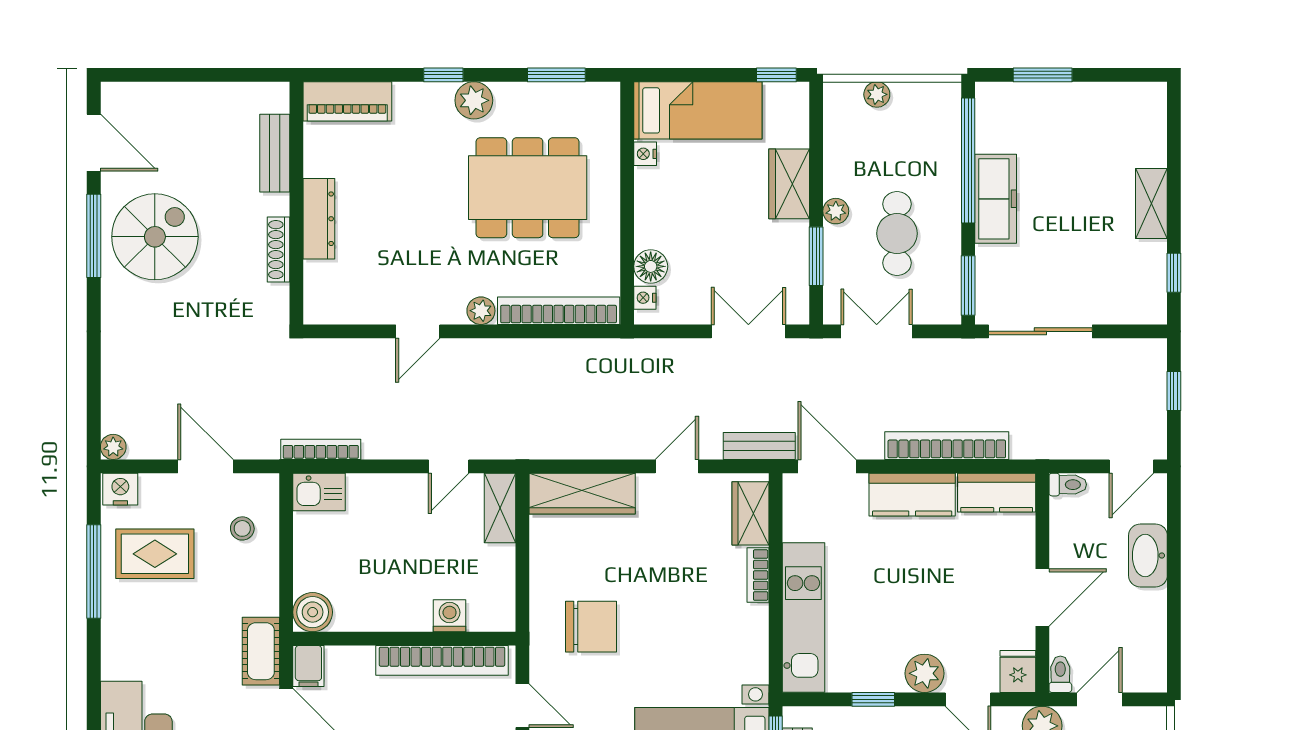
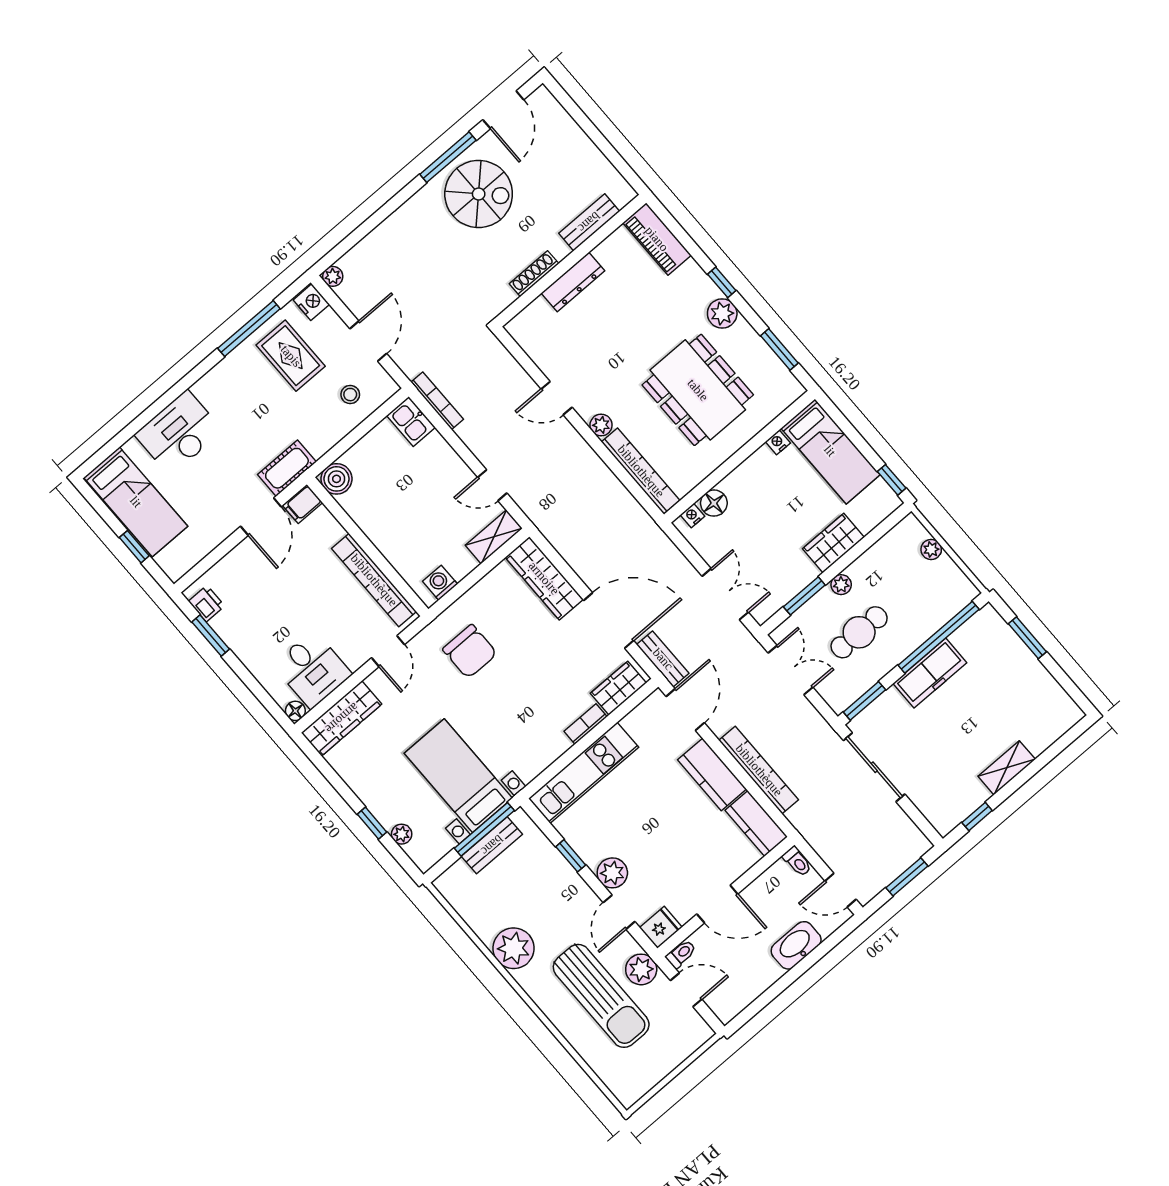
window: (1174, 391) -> (907, 877), width x1.50
door: (677, 466) -> (609, 621), width x1.88
washing machine: (450, 616) -> (440, 583), moved, turned -90

